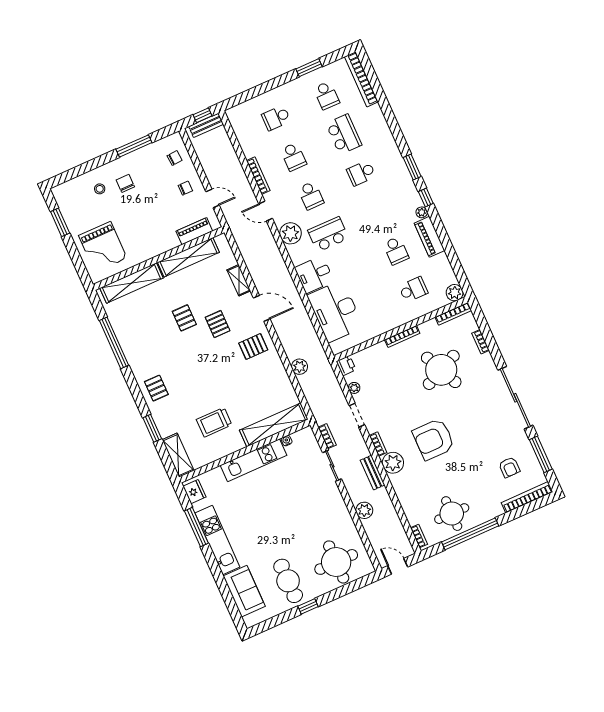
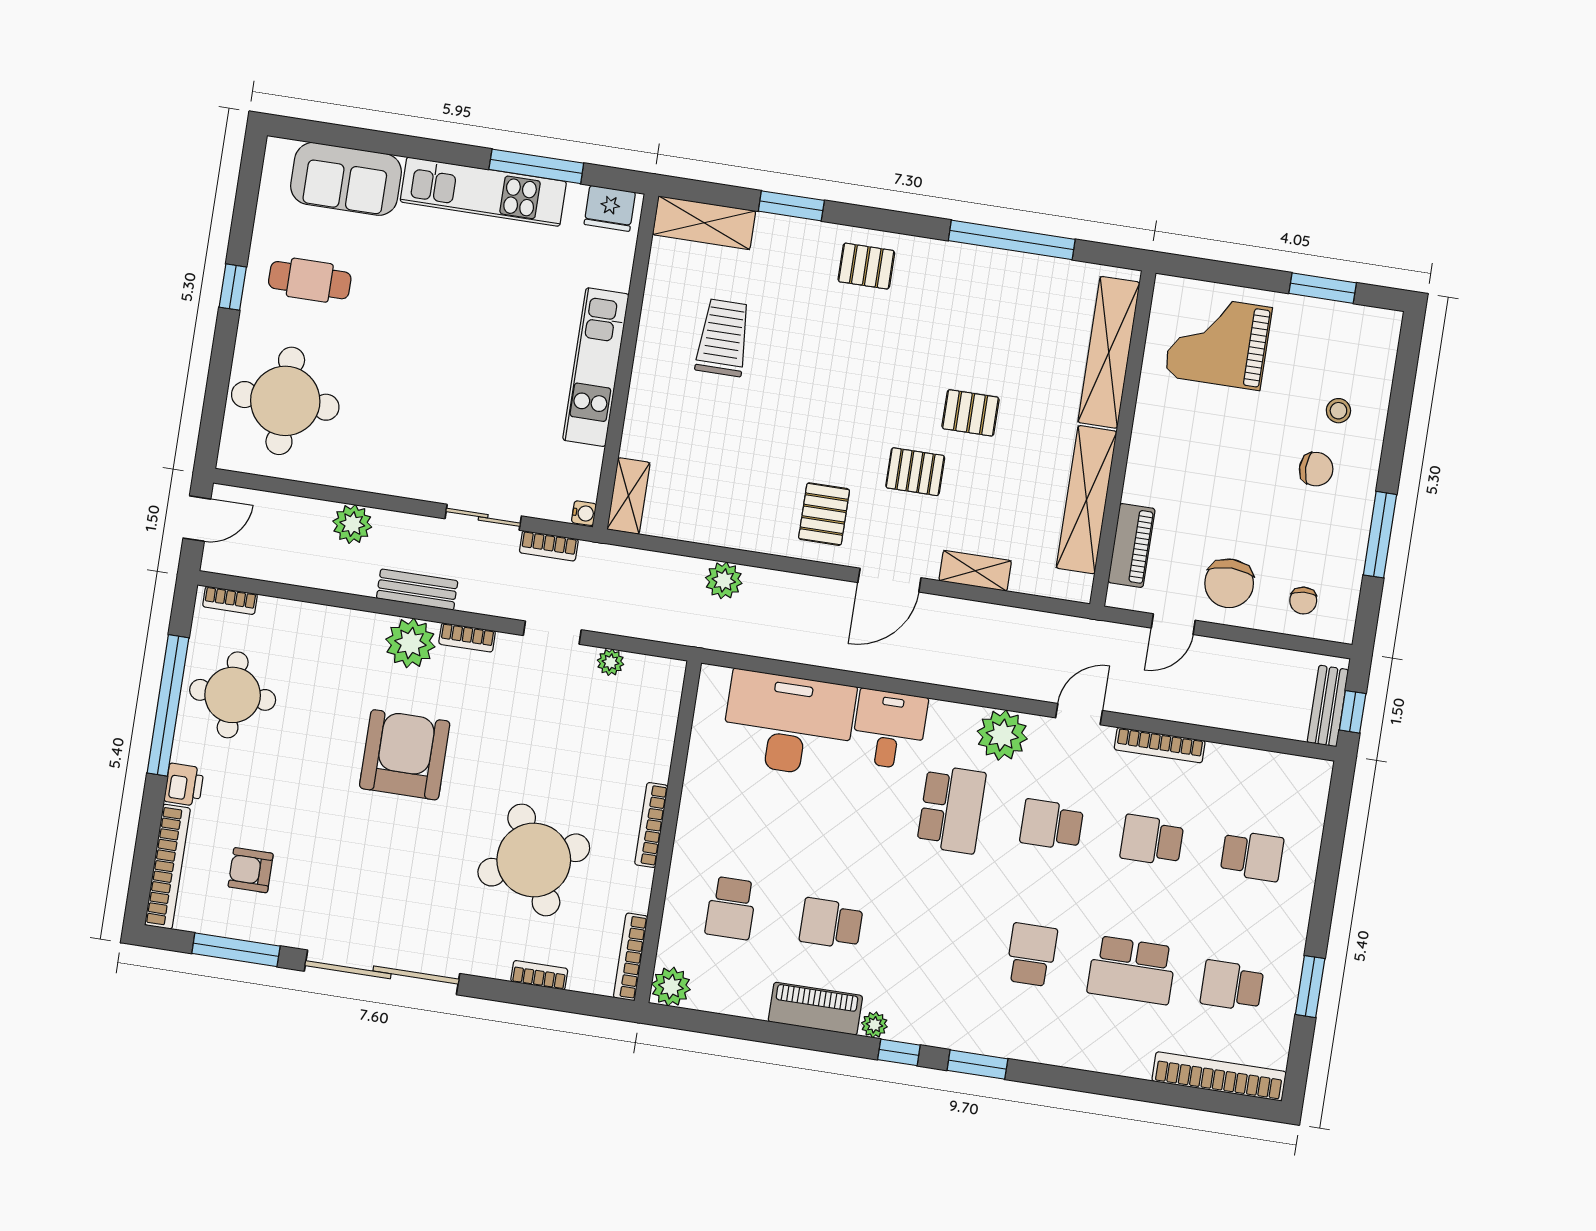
school desk: (276, 118) -> (1252, 856), turned 90
chair: (185, 188) -> (1229, 583), width x1.87, depth x1.87
printer: (346, 366) -> (184, 785), moved, turned -90
shelving: (274, 425) -> (628, 496), width x0.45, depth x0.75
water cooler: (287, 441) -> (584, 513), moved
cafe table: (288, 581) -> (310, 280), width x0.73, depth x0.74

